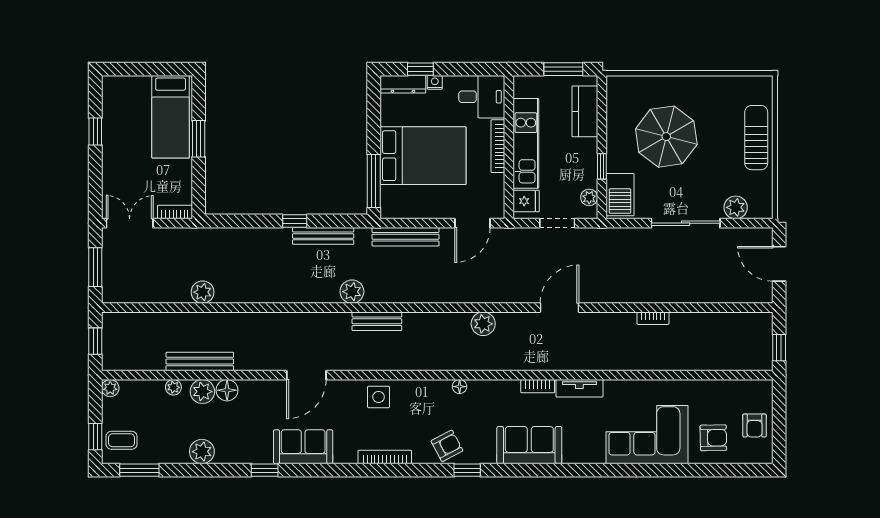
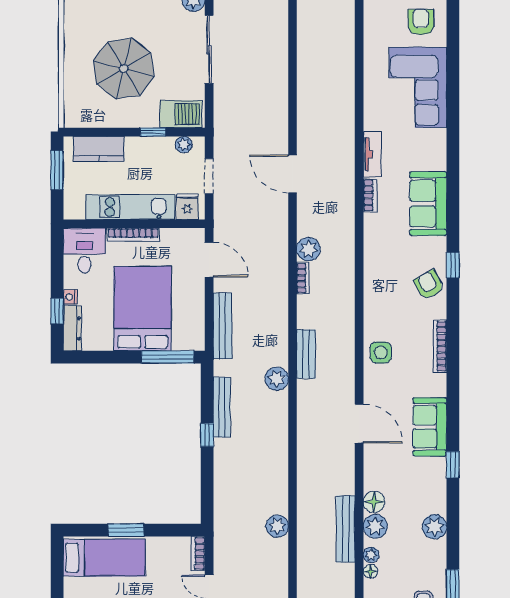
bookcase: (653, 318) -> (303, 278), moved
floor lamp: (460, 387) -> (370, 571), moved

